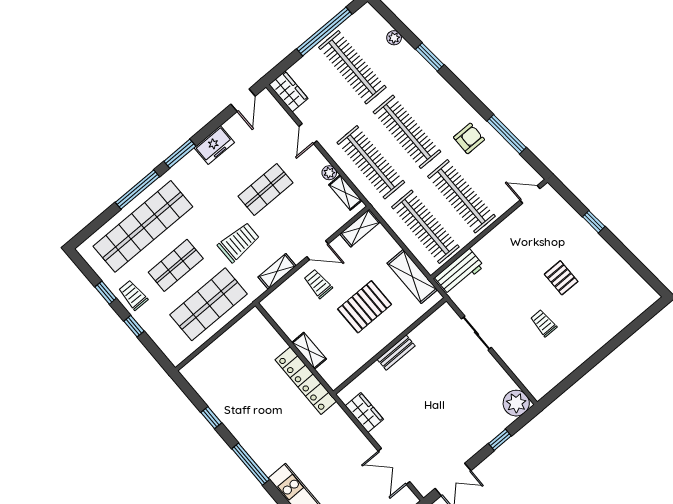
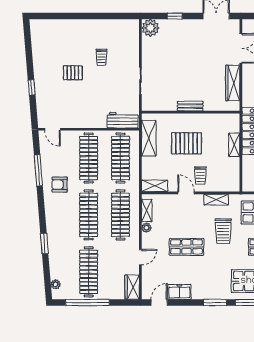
plant: (394, 38) -> (56, 284), moved
freezer: (214, 145) -> (179, 292), moved
trolley: (239, 242) -> (223, 231), turned -90
pallet: (561, 278) -> (73, 73), turned 90
wardrobe: (364, 413) -> (233, 83), width x1.50

